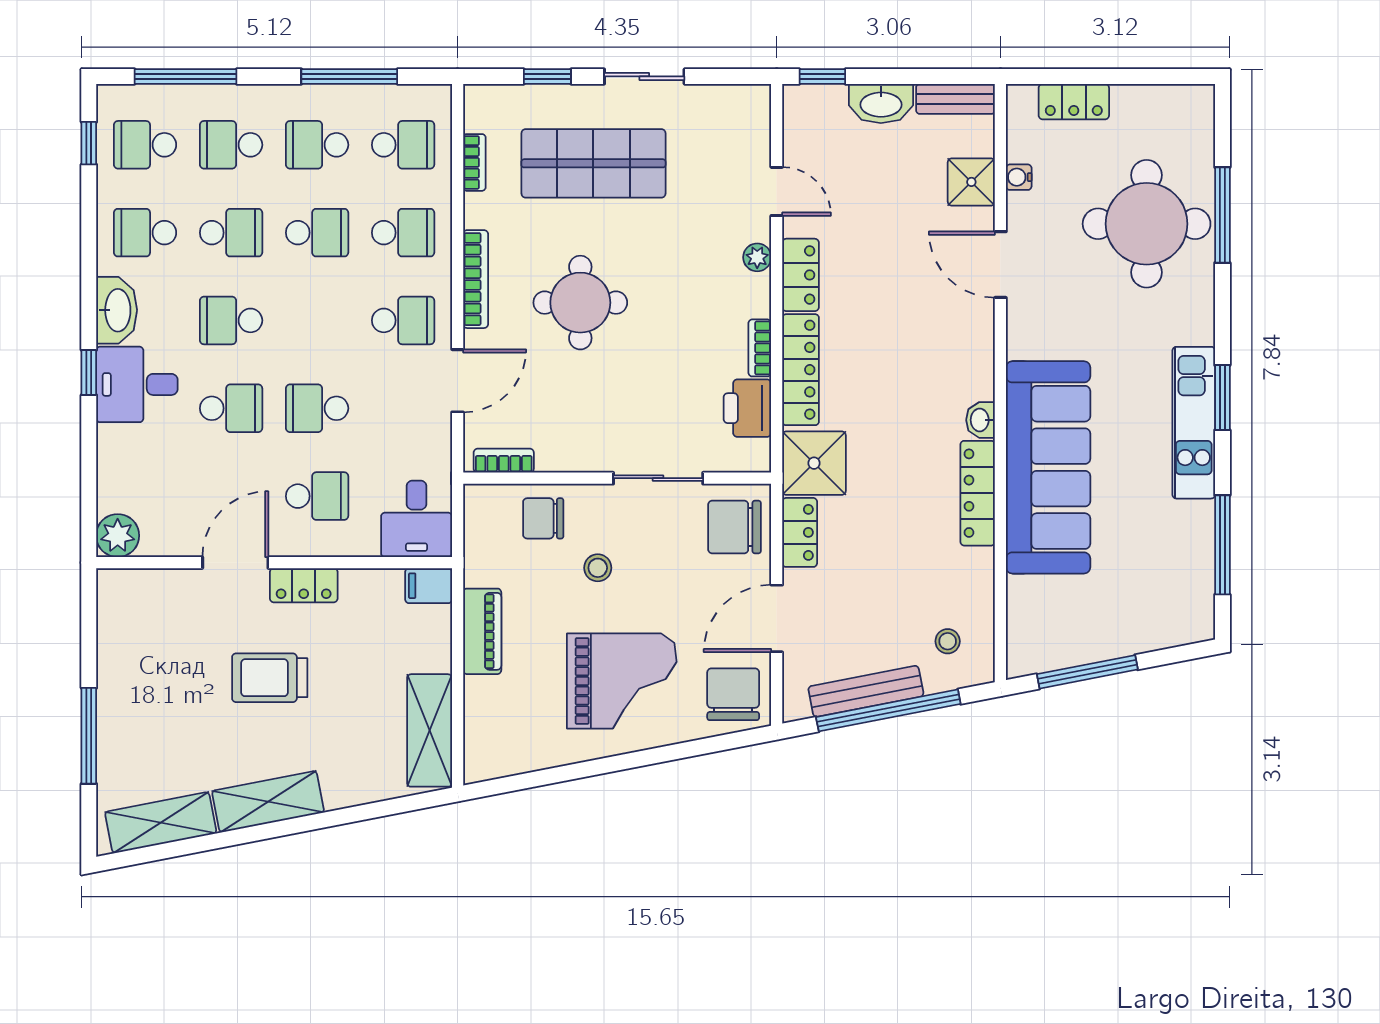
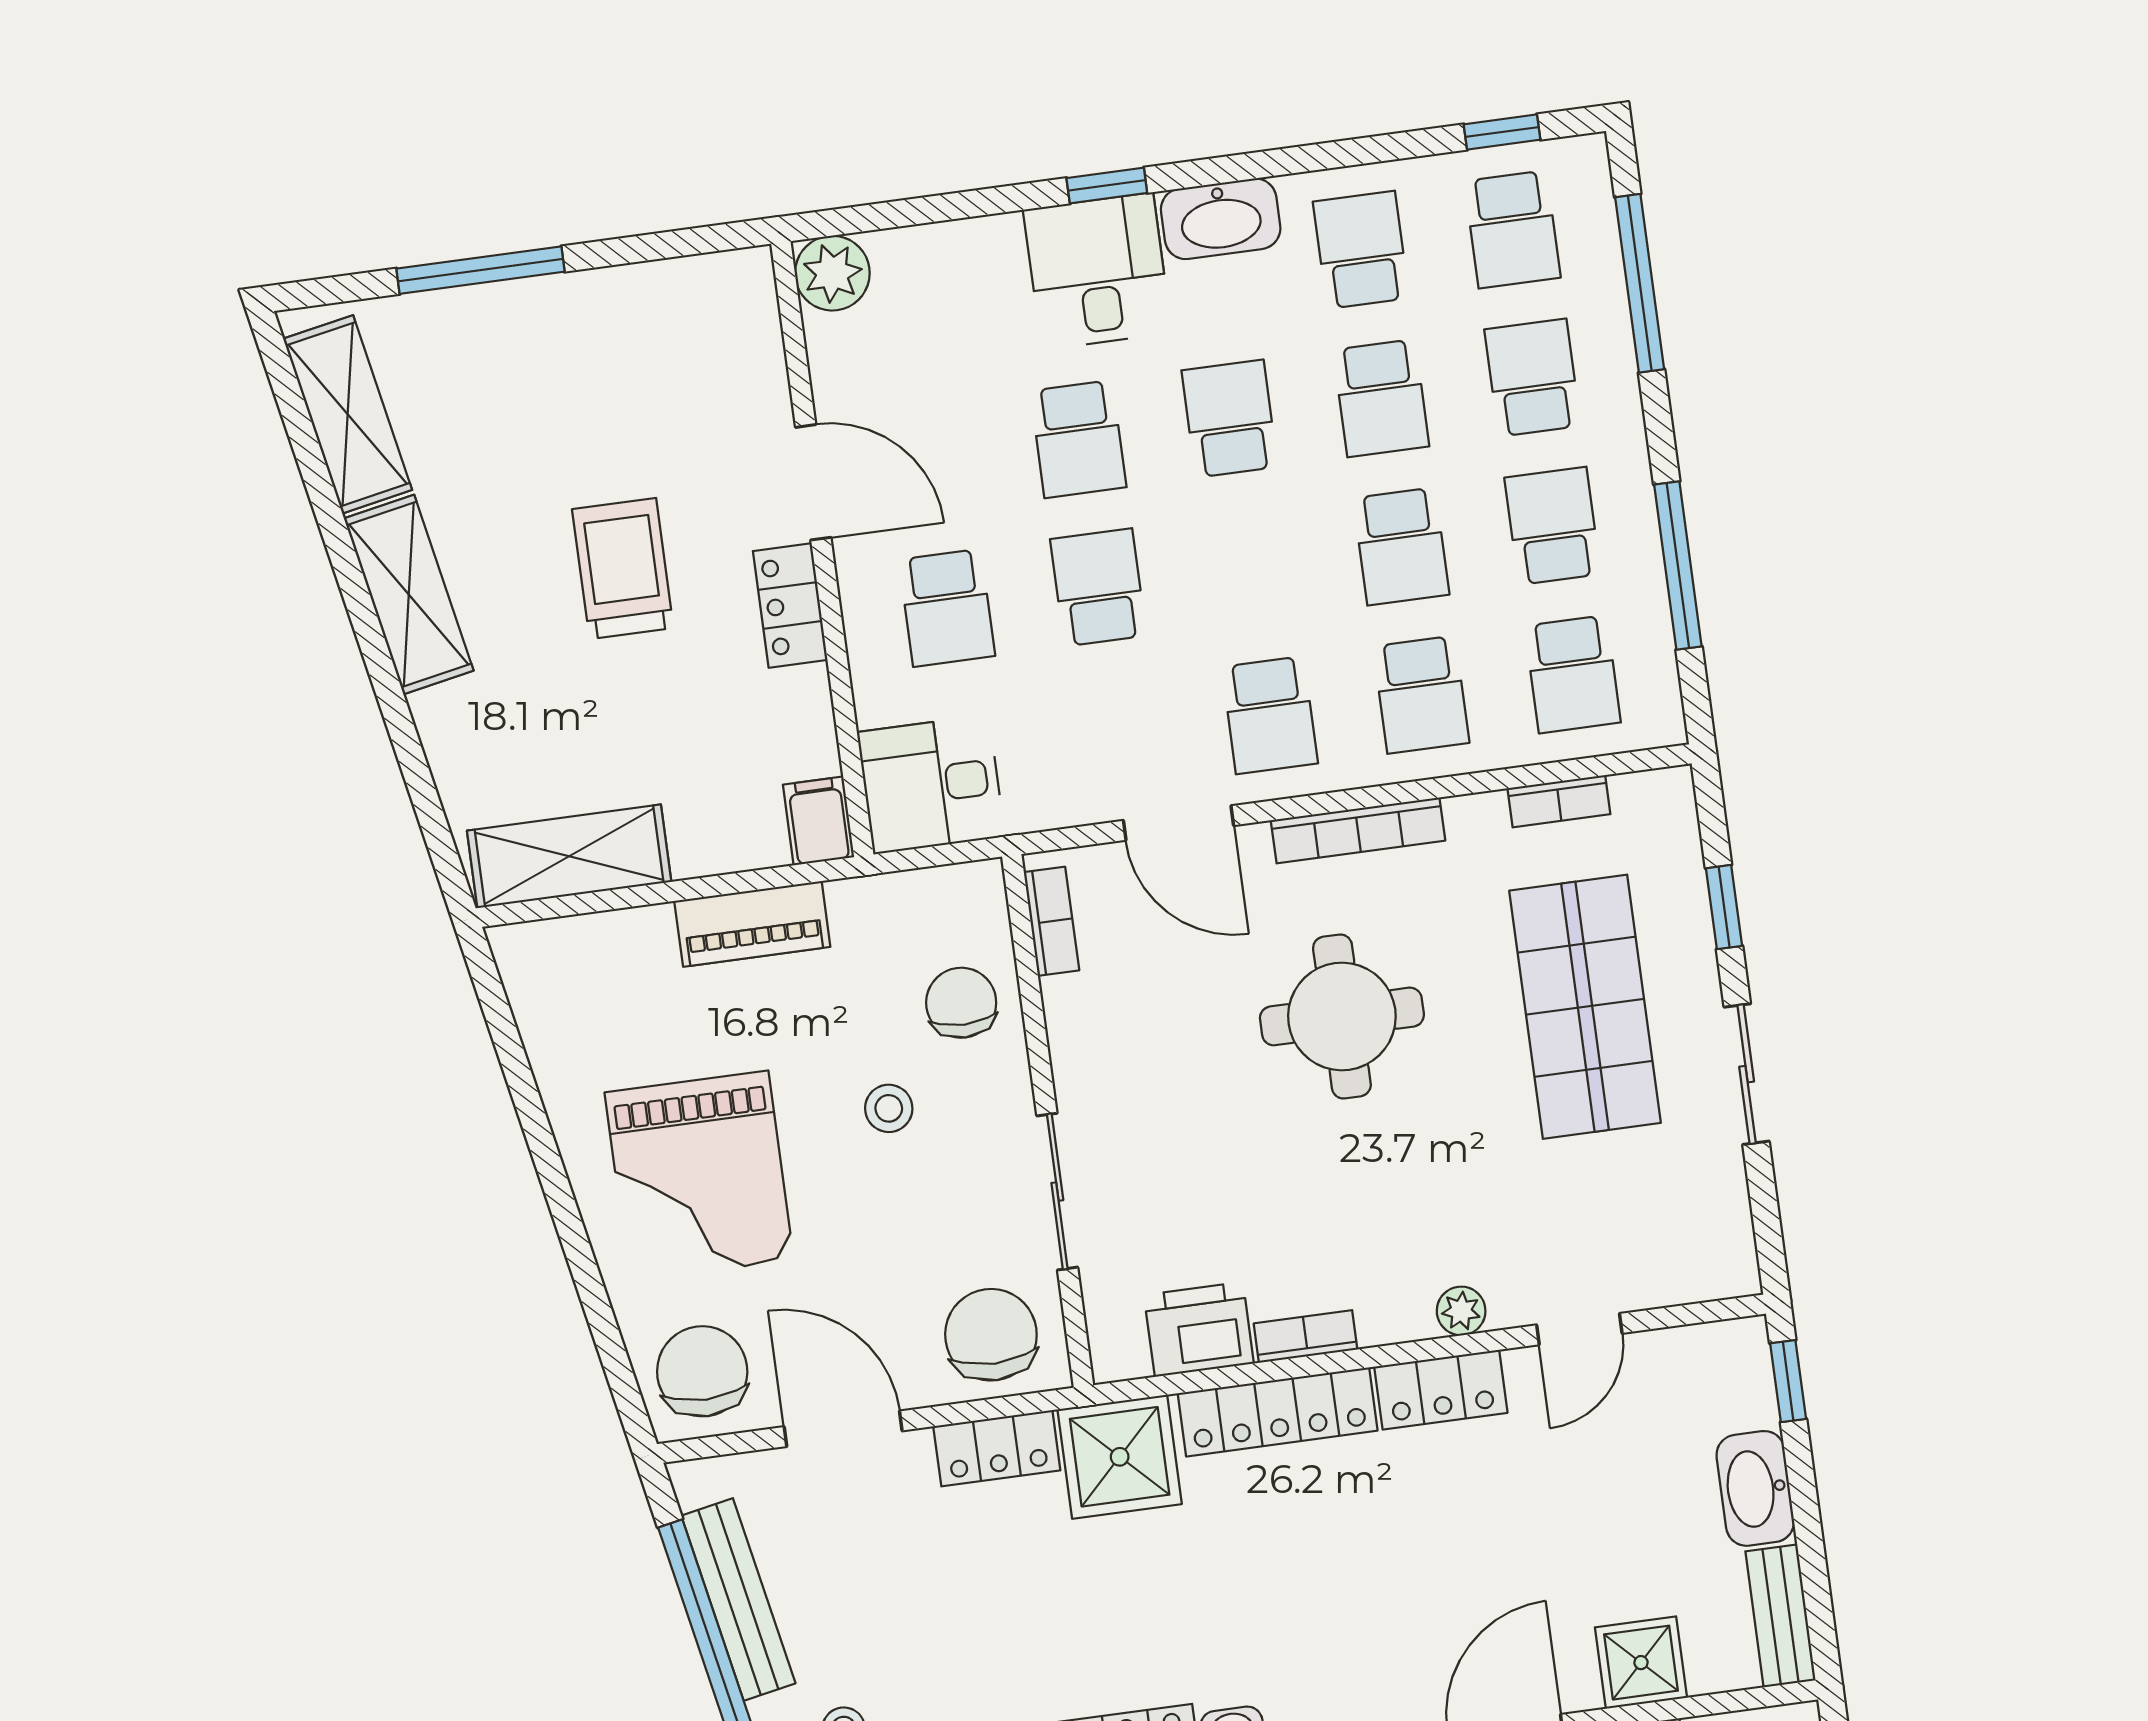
school desk: (145, 145) -> (1512, 229), turned 180
chair: (733, 694) -> (702, 1371), turned -90

